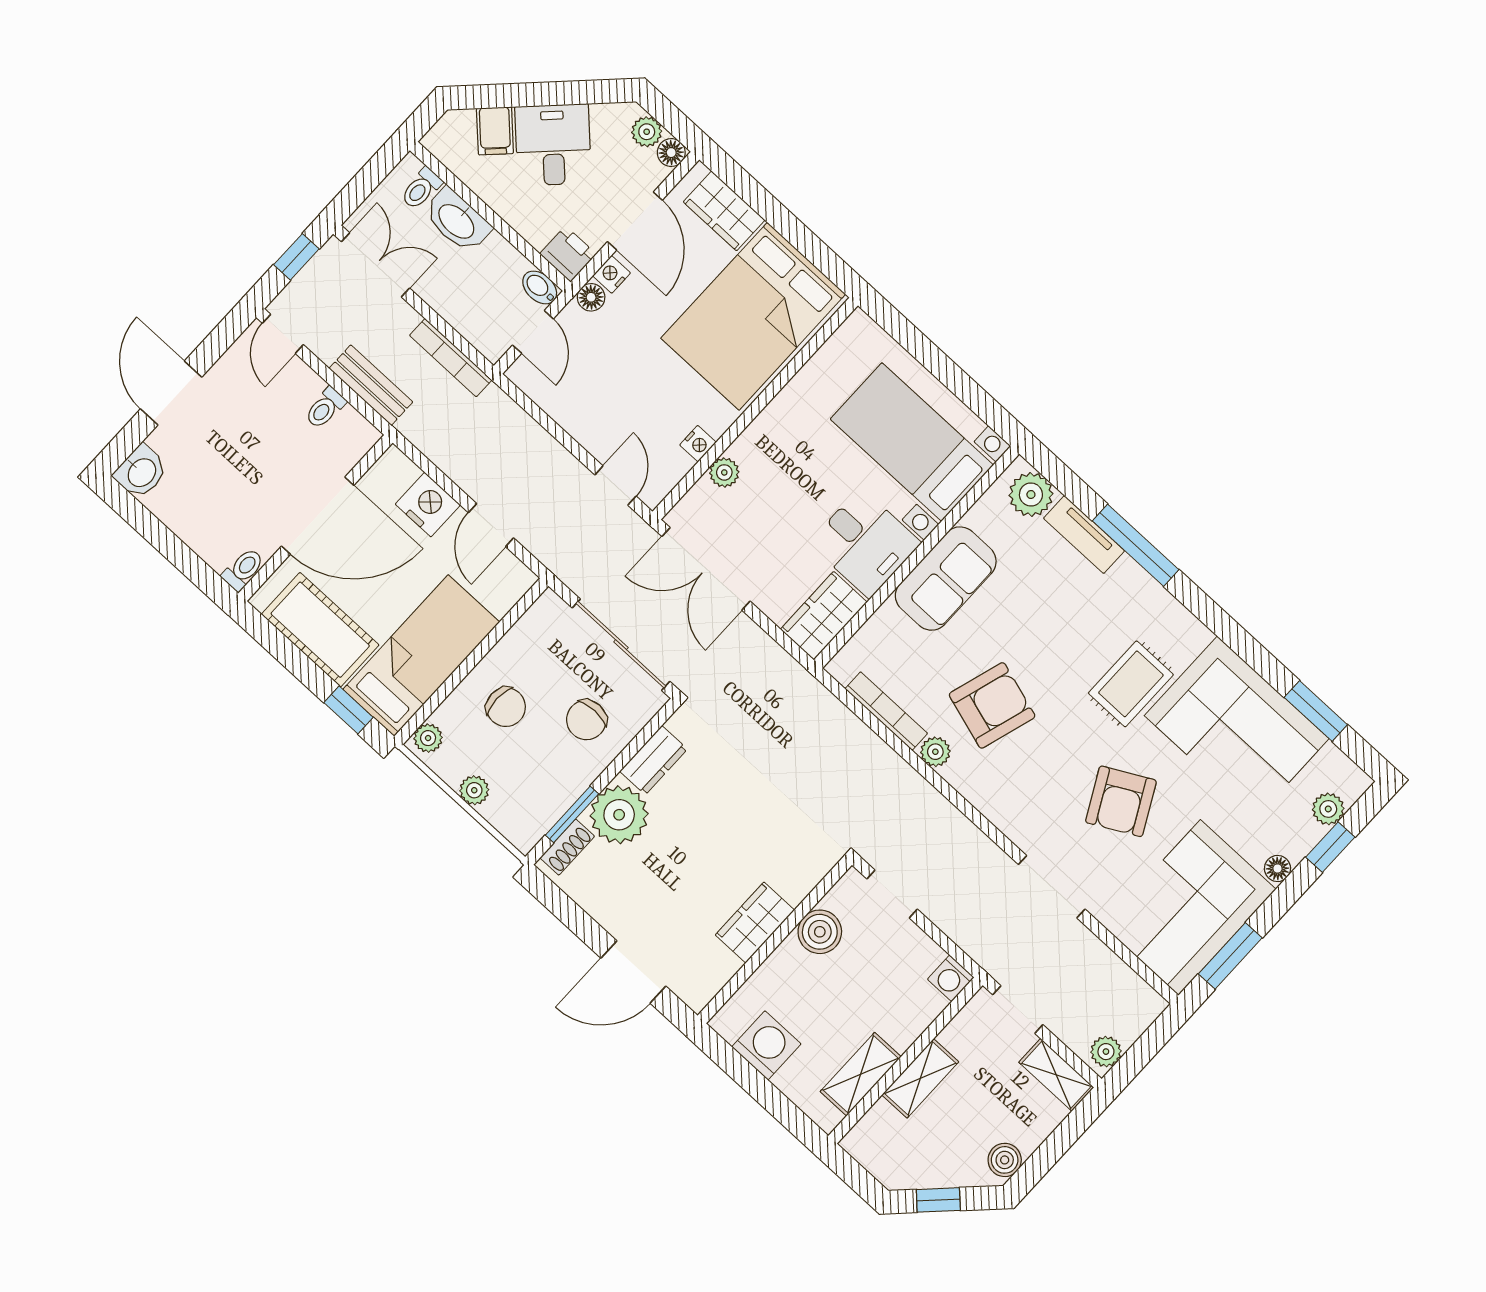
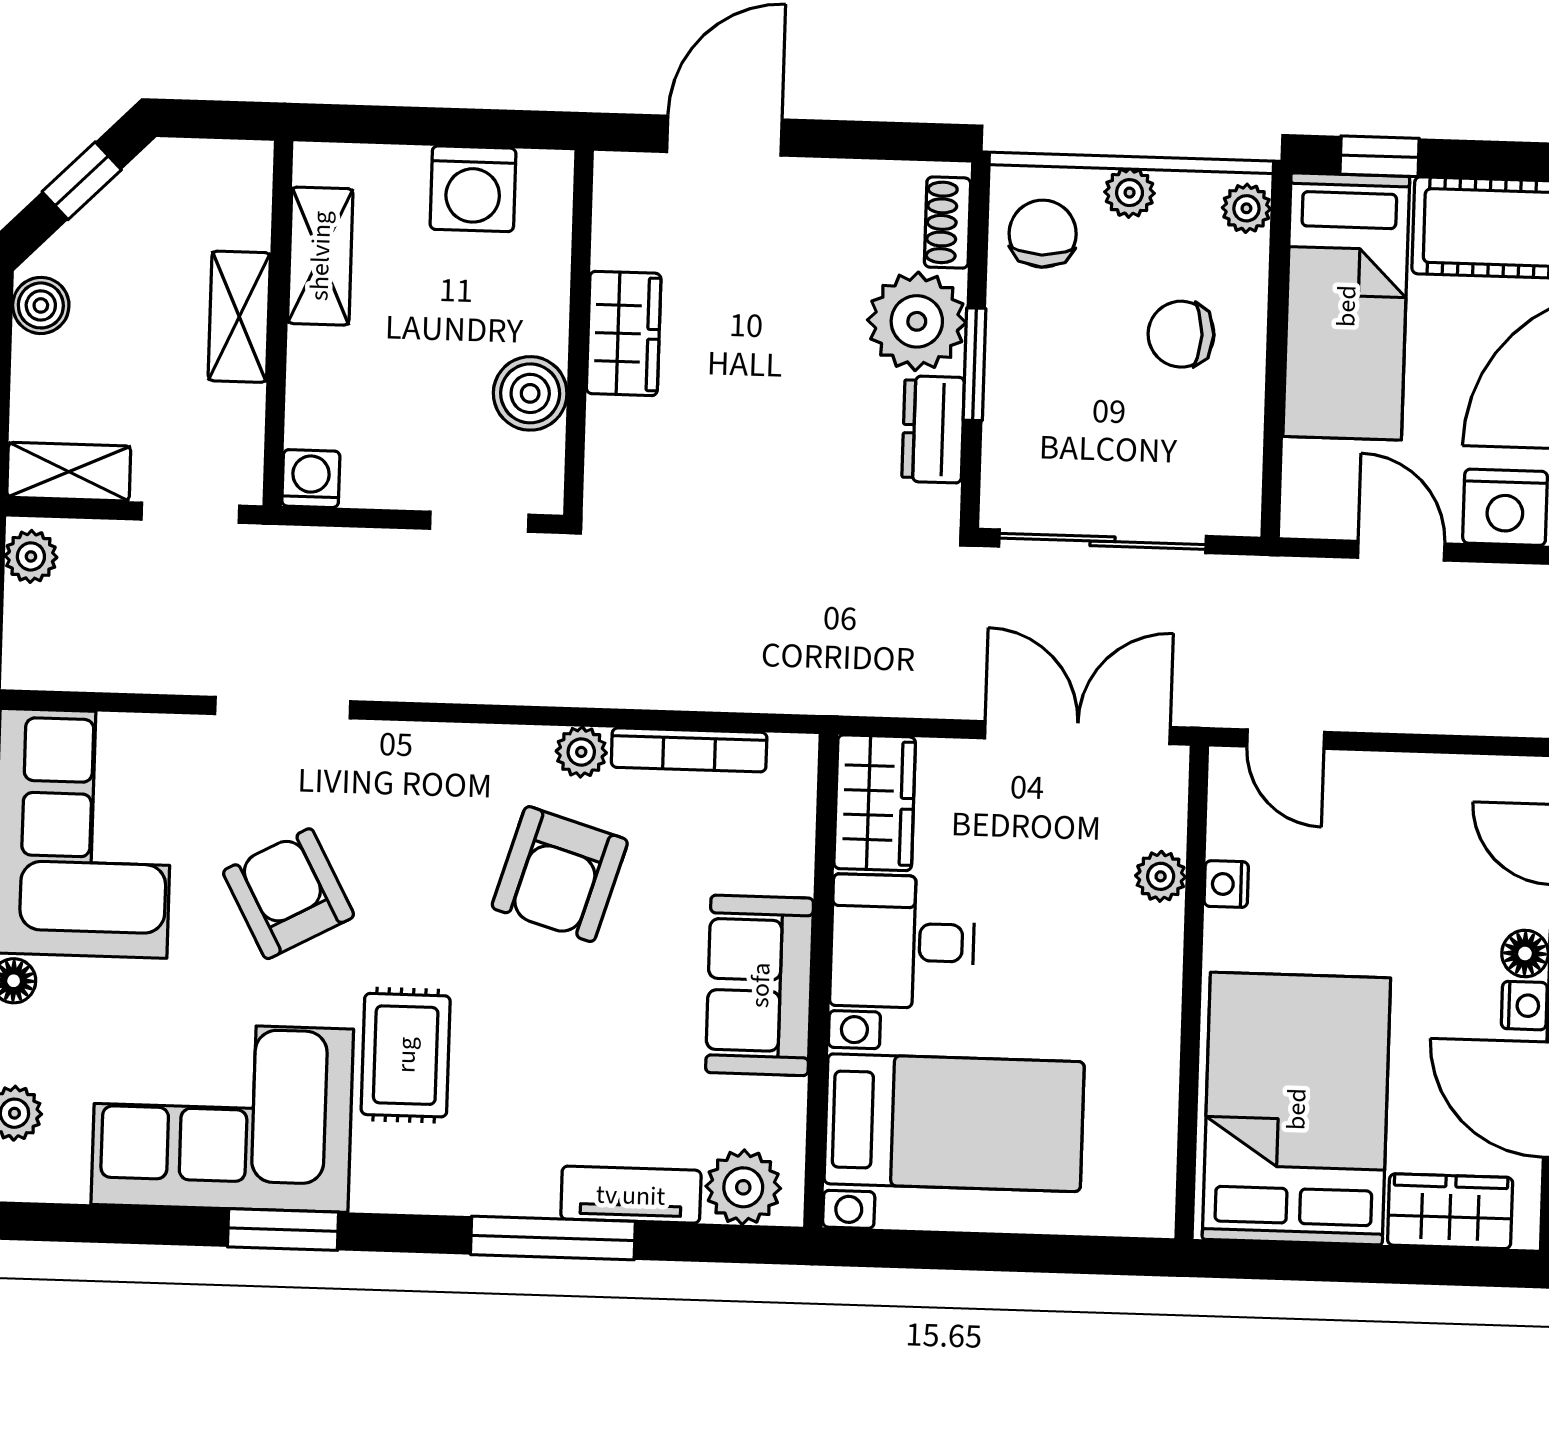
window: (1316, 711) -> (283, 1230), moved
chair: (586, 720) -> (1043, 234), moved
window: (572, 814) -> (975, 364), moved

